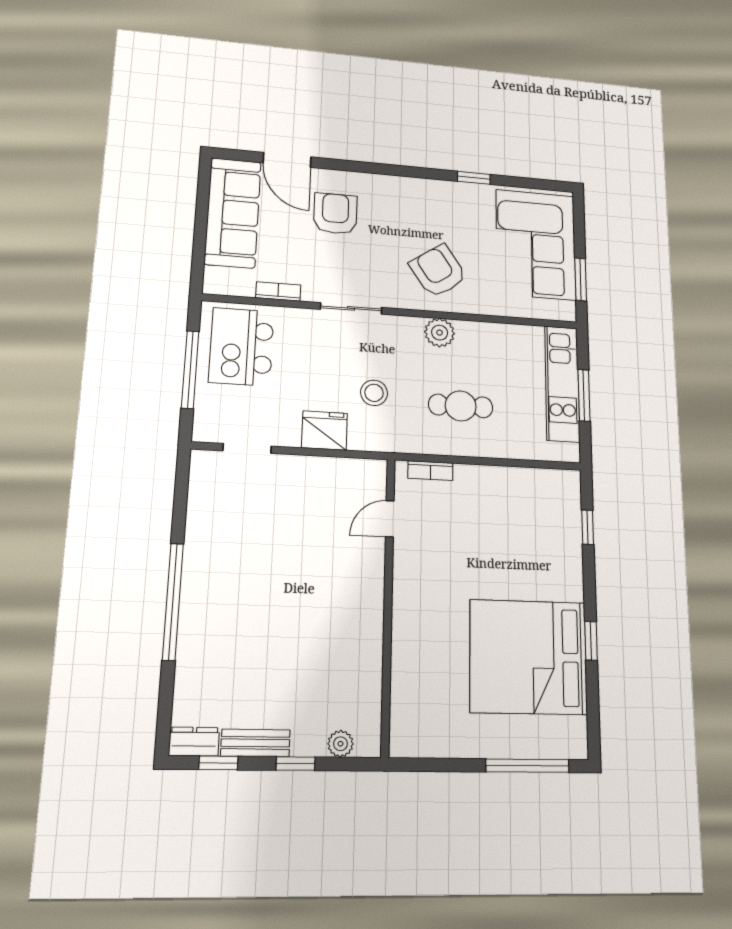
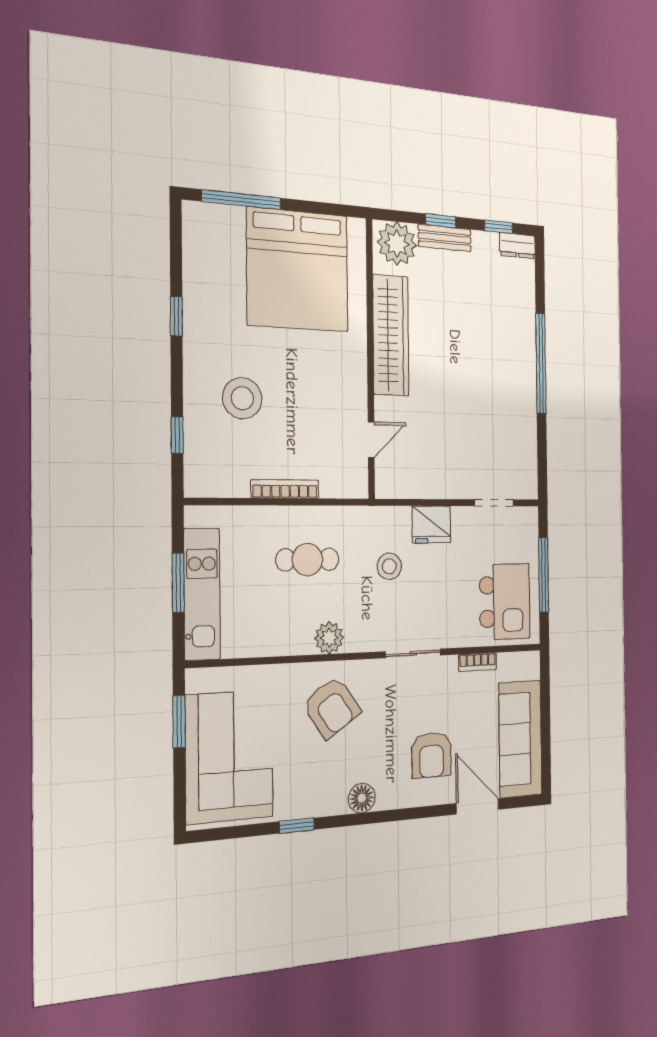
floor lamp: (410, 189) -> (362, 798), added
bookcase: (430, 471) -> (285, 489), moved, width x1.56
stool: (526, 562) -> (242, 398), added
wardrobe: (363, 629) -> (391, 335), added
bed: (528, 657) -> (298, 270), moved, turned 90
bench: (255, 743) -> (445, 238), moved
plant: (340, 744) -> (397, 244), width x1.88, depth x1.88

